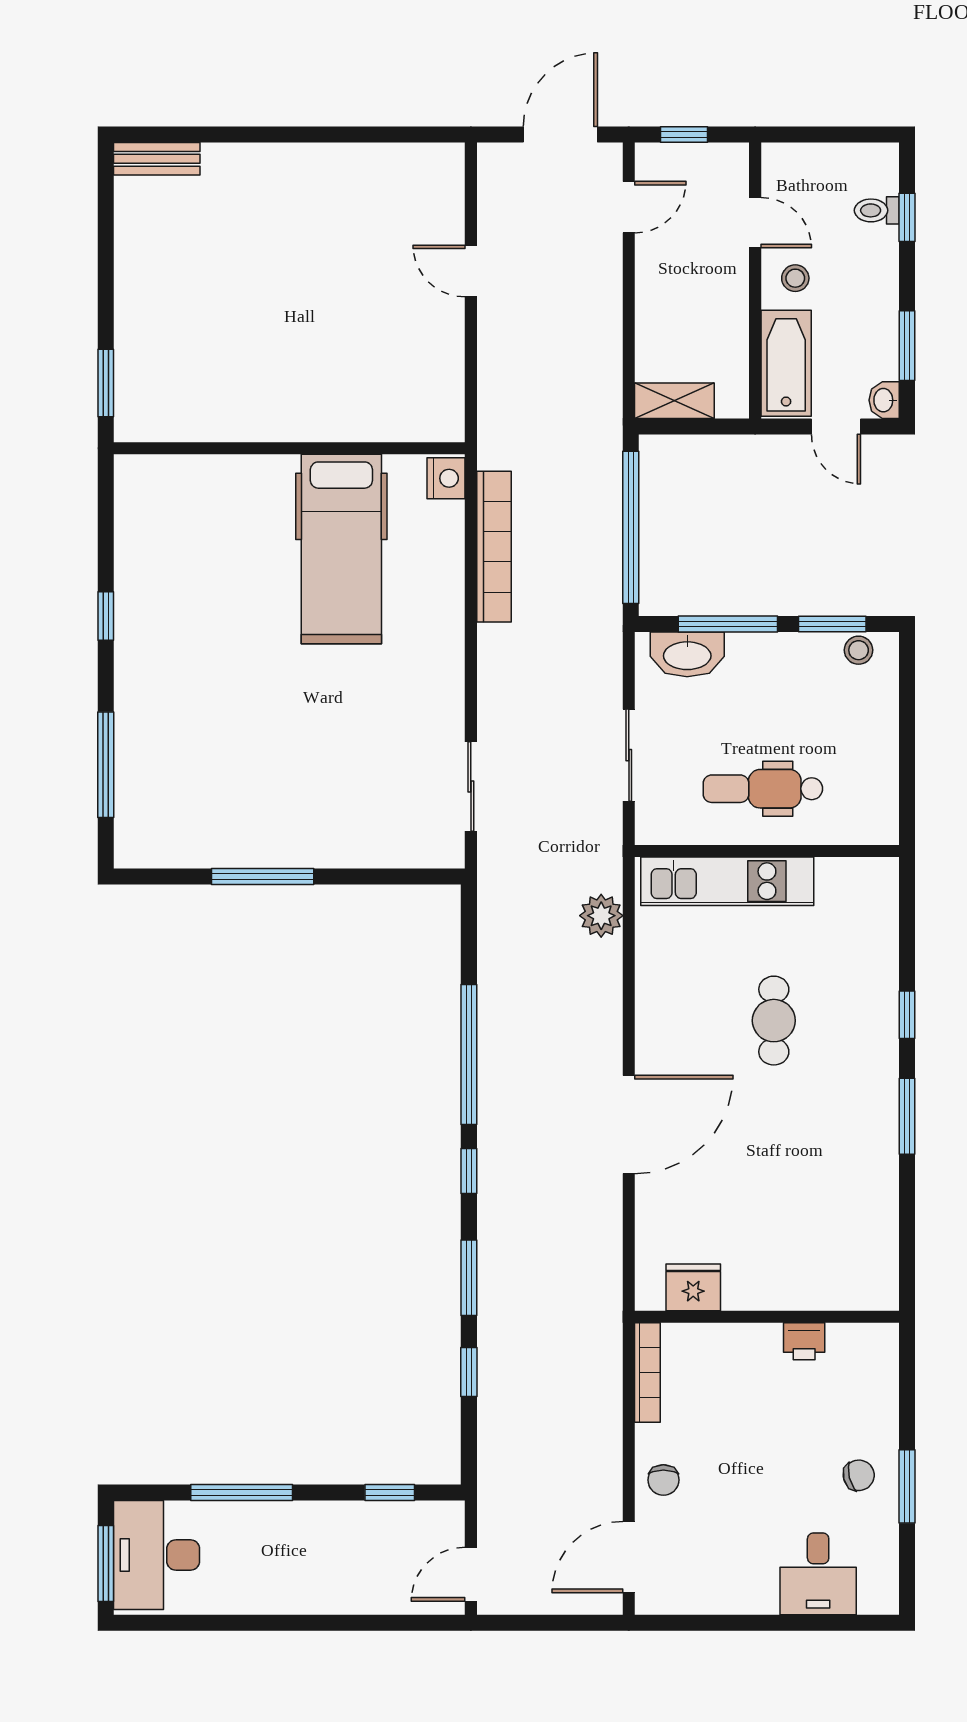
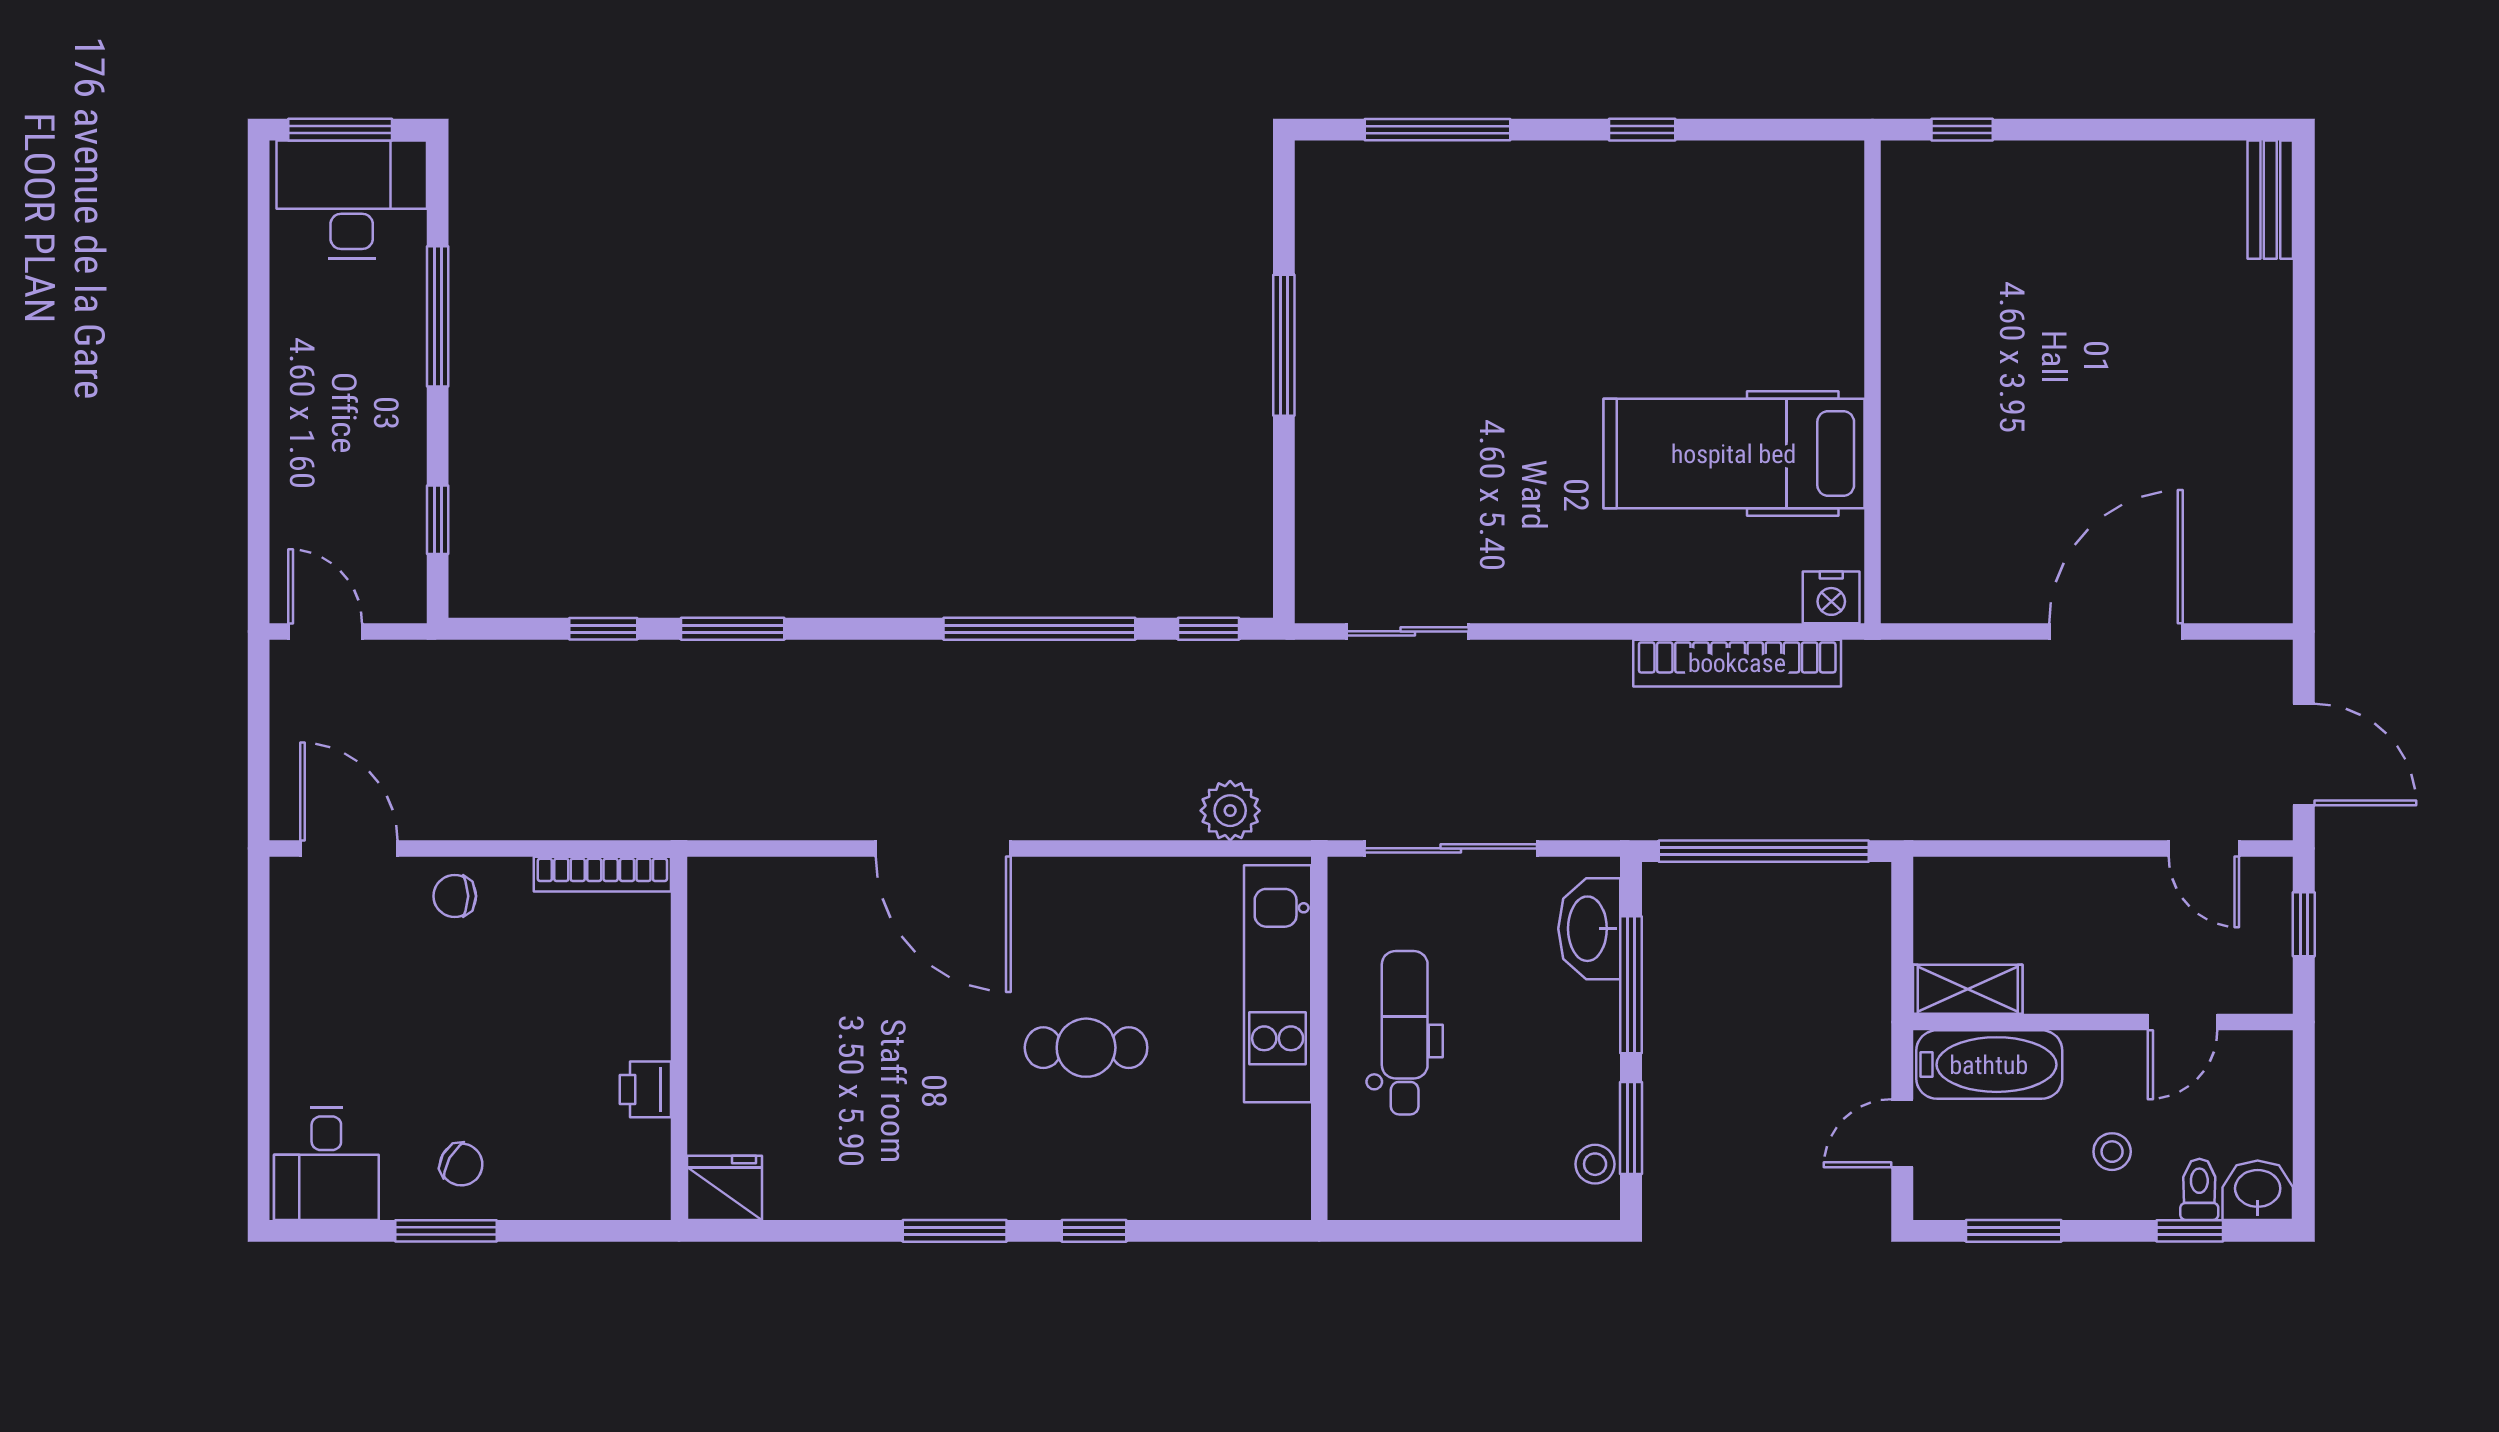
door: (471, 271) -> (2116, 631), width x1.87
stool: (795, 278) -> (2112, 1152), moved
window: (106, 383) -> (1962, 130), width x0.67
washbasin: (884, 400) -> (2258, 1190), moved, width x1.38, depth x1.45
shelving: (674, 401) -> (1968, 989), moved, turned 90
sliding door: (629, 755) -> (1451, 848), width x1.37
window: (469, 1171) -> (1209, 629), moved
fridge: (693, 1287) -> (725, 1188), moved, turned -90
chair: (859, 1475) -> (461, 1164), turned -47
desk: (818, 1574) -> (326, 1164), moved, turned -90

